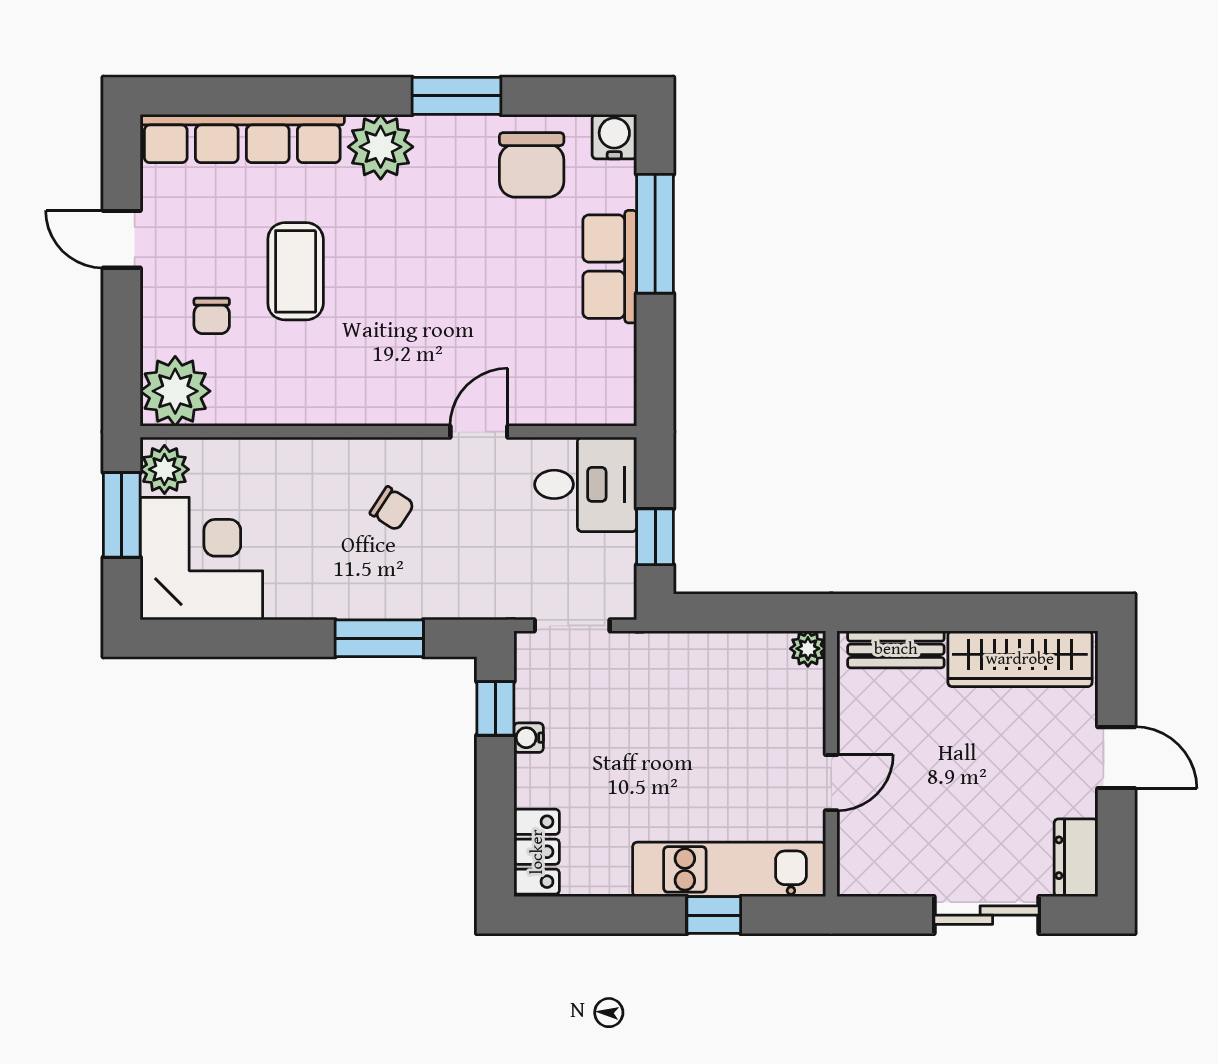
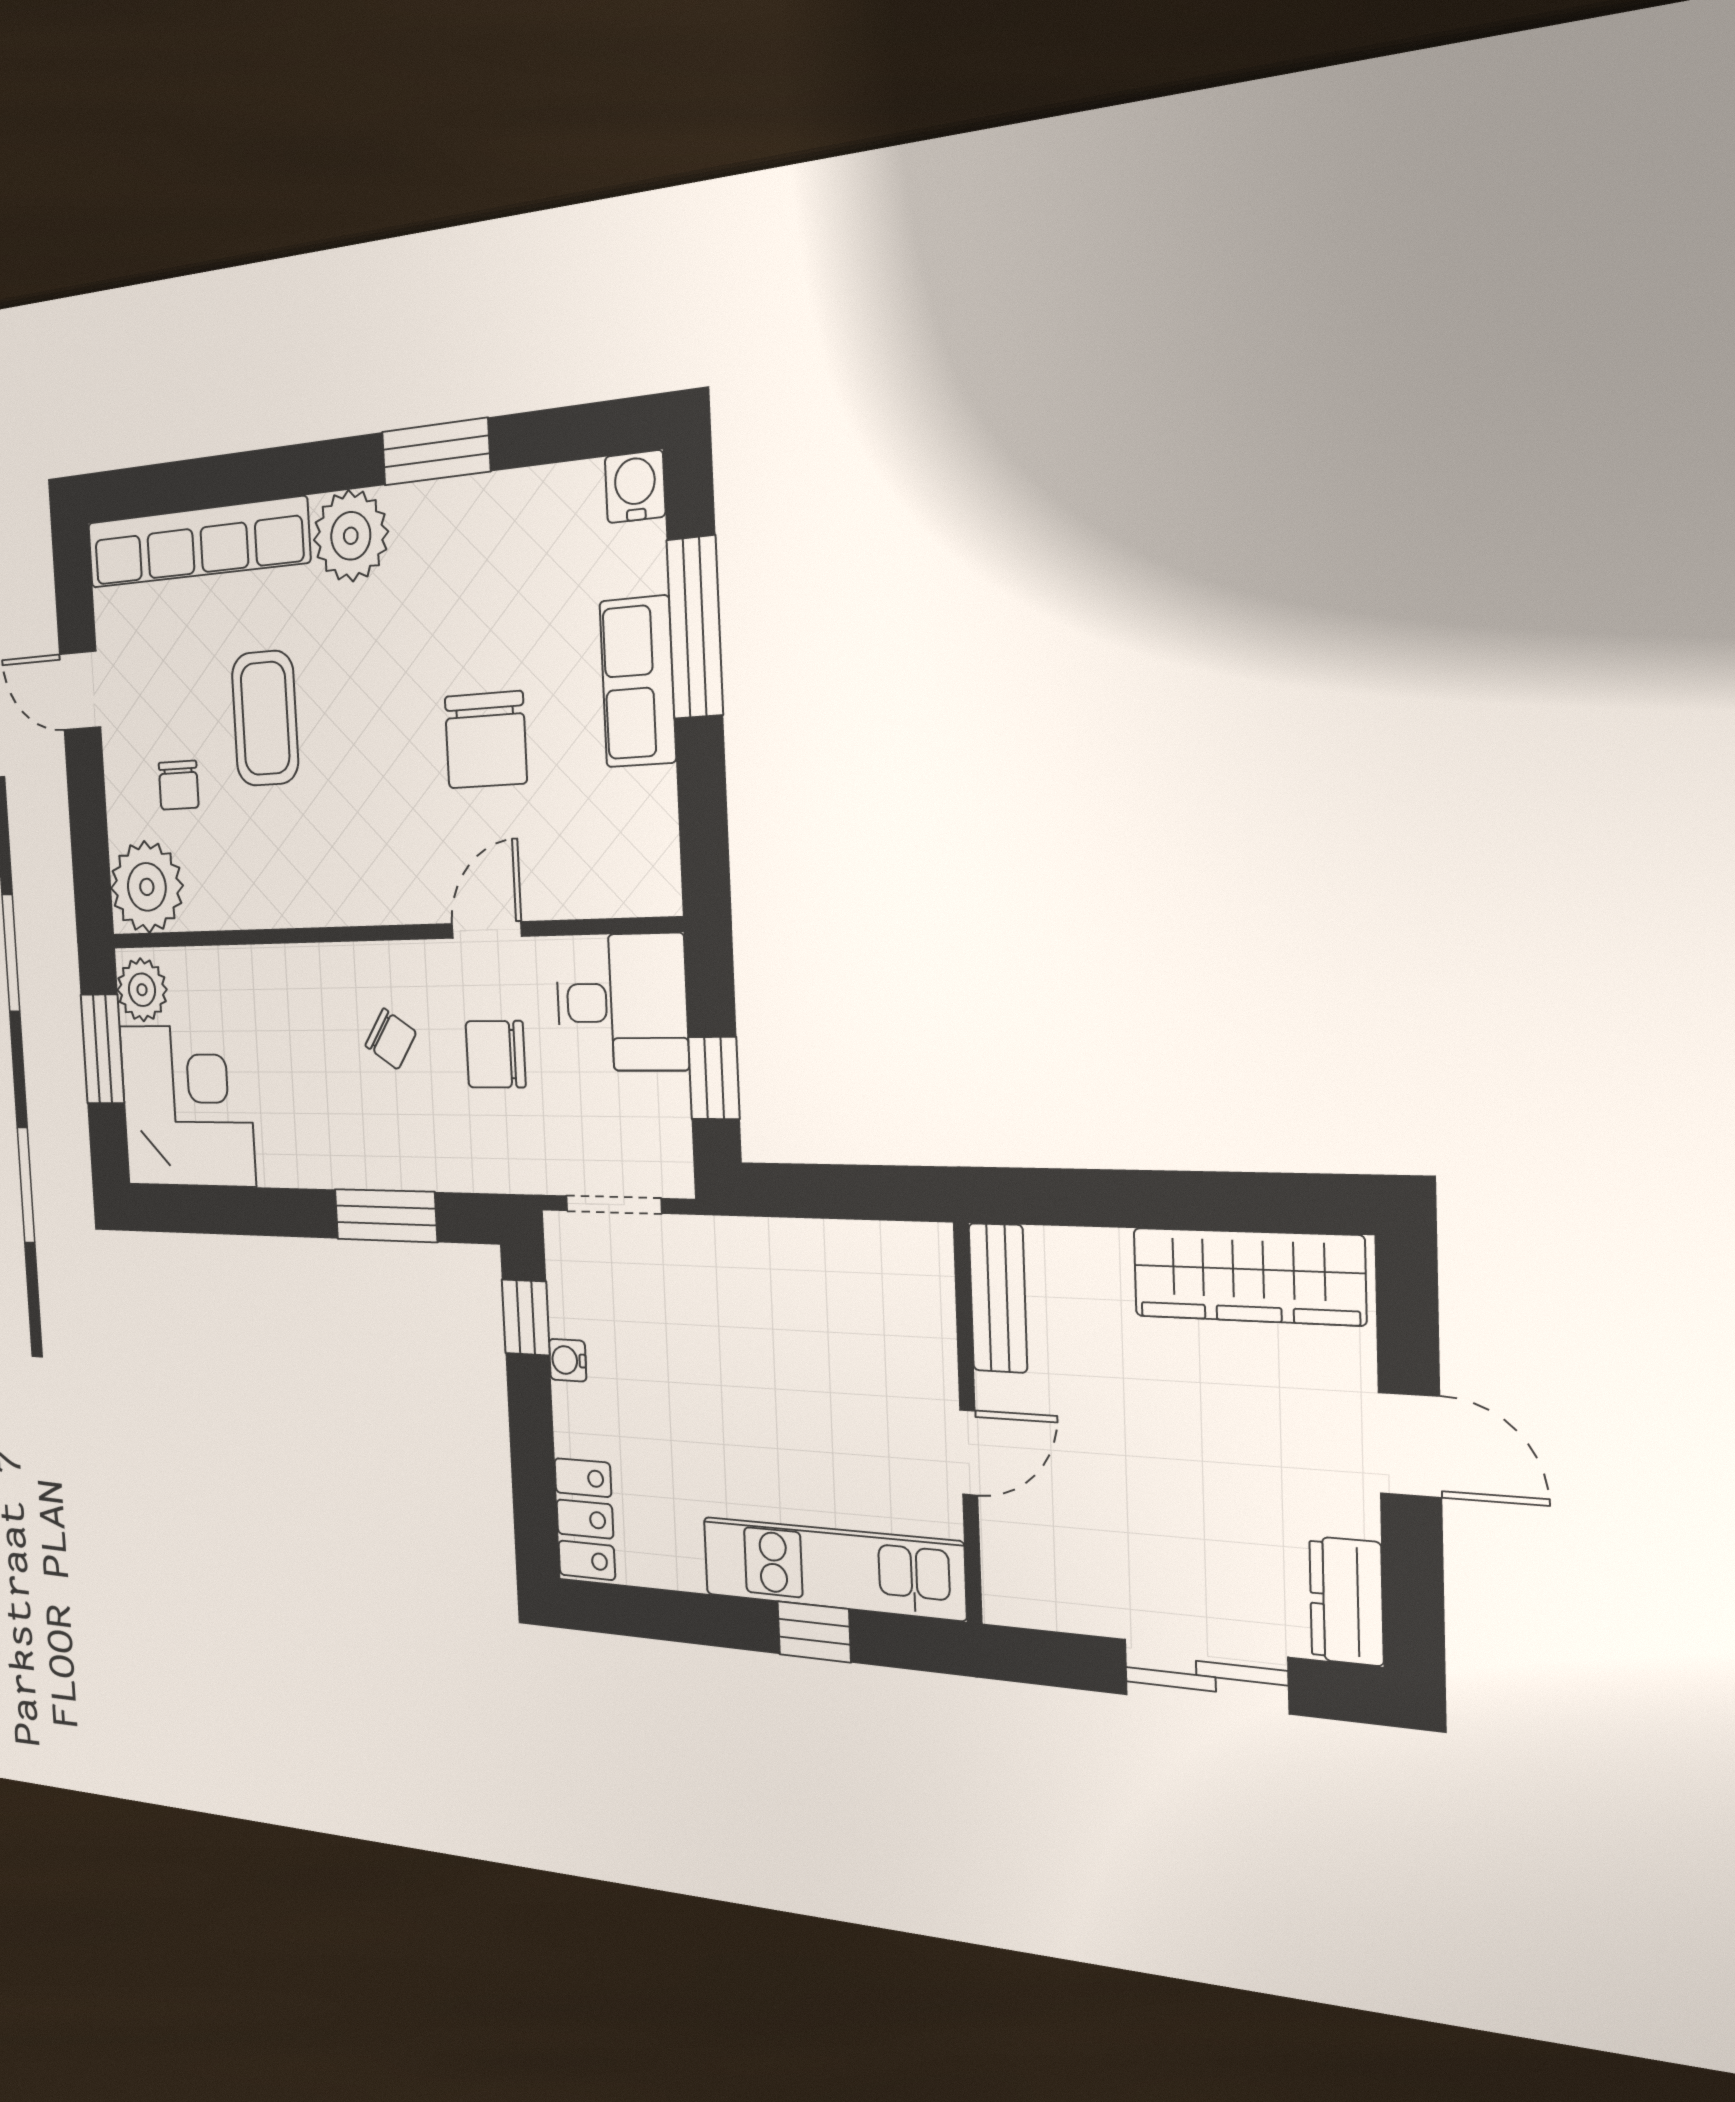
chair: (532, 165) -> (486, 740), moved
chair: (481, 520) -> (496, 1054), added
plant: (808, 649) -> (929, 1249), removed
bench: (896, 649) -> (998, 1298), moved, turned 90

